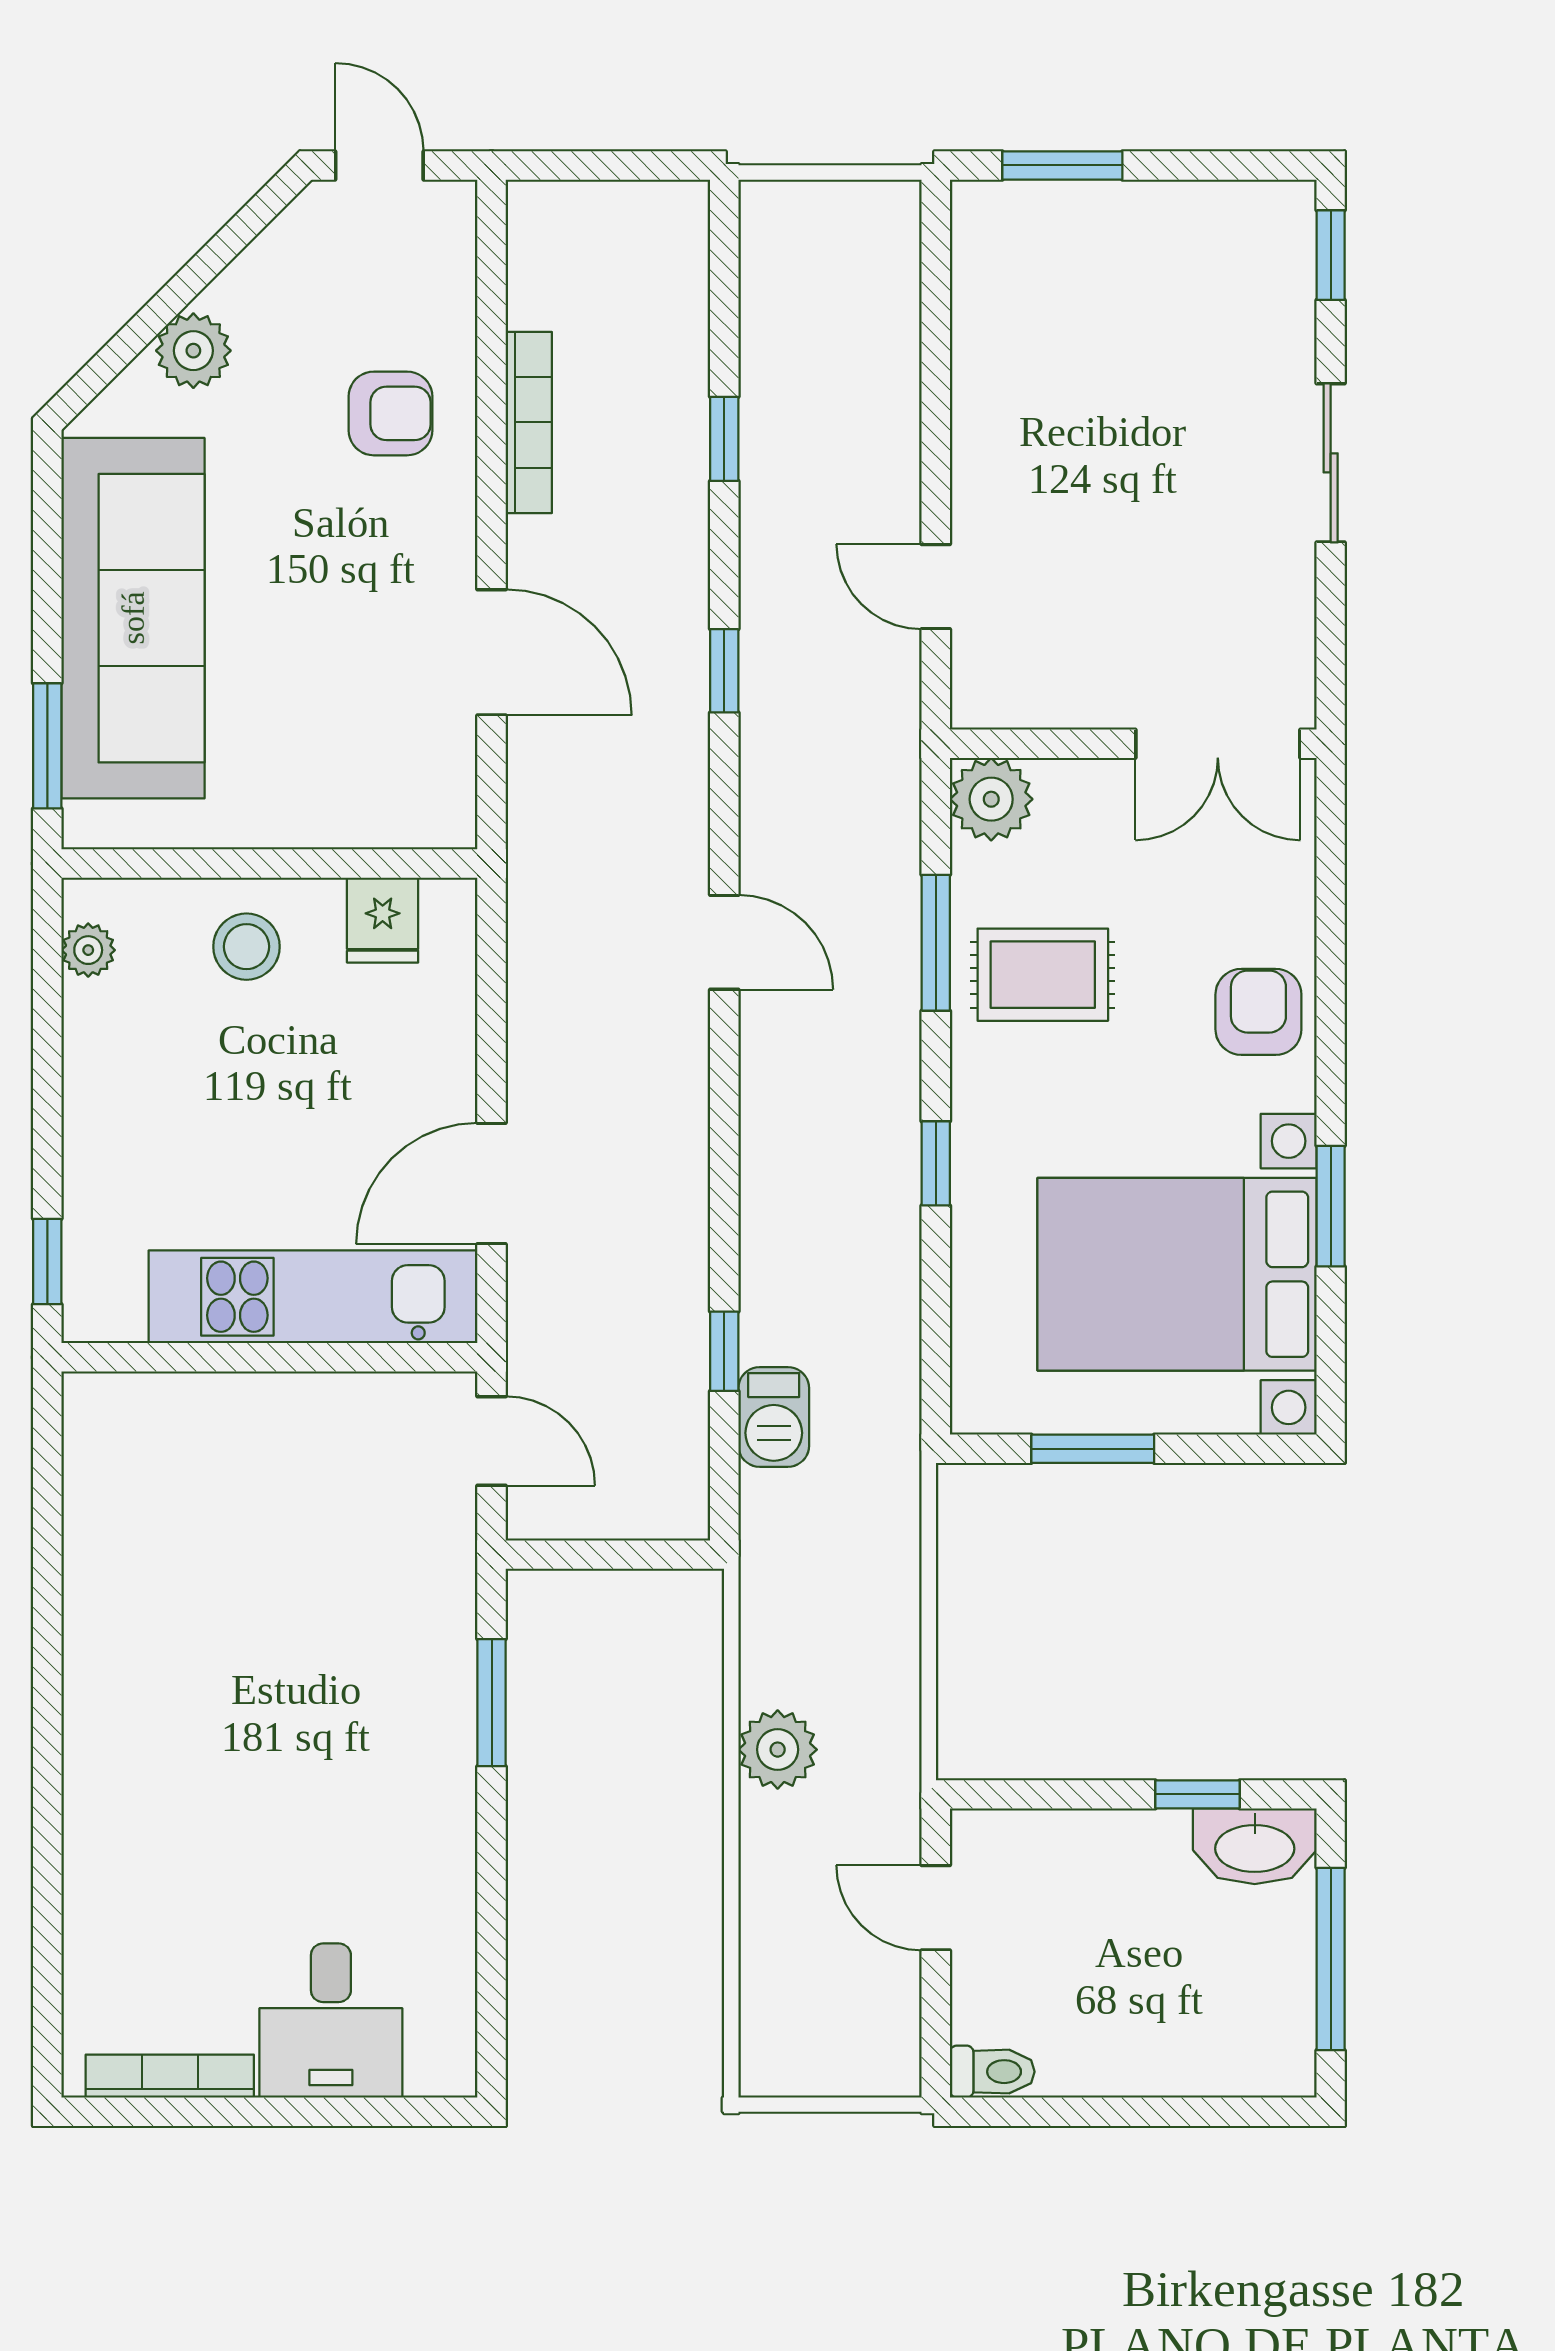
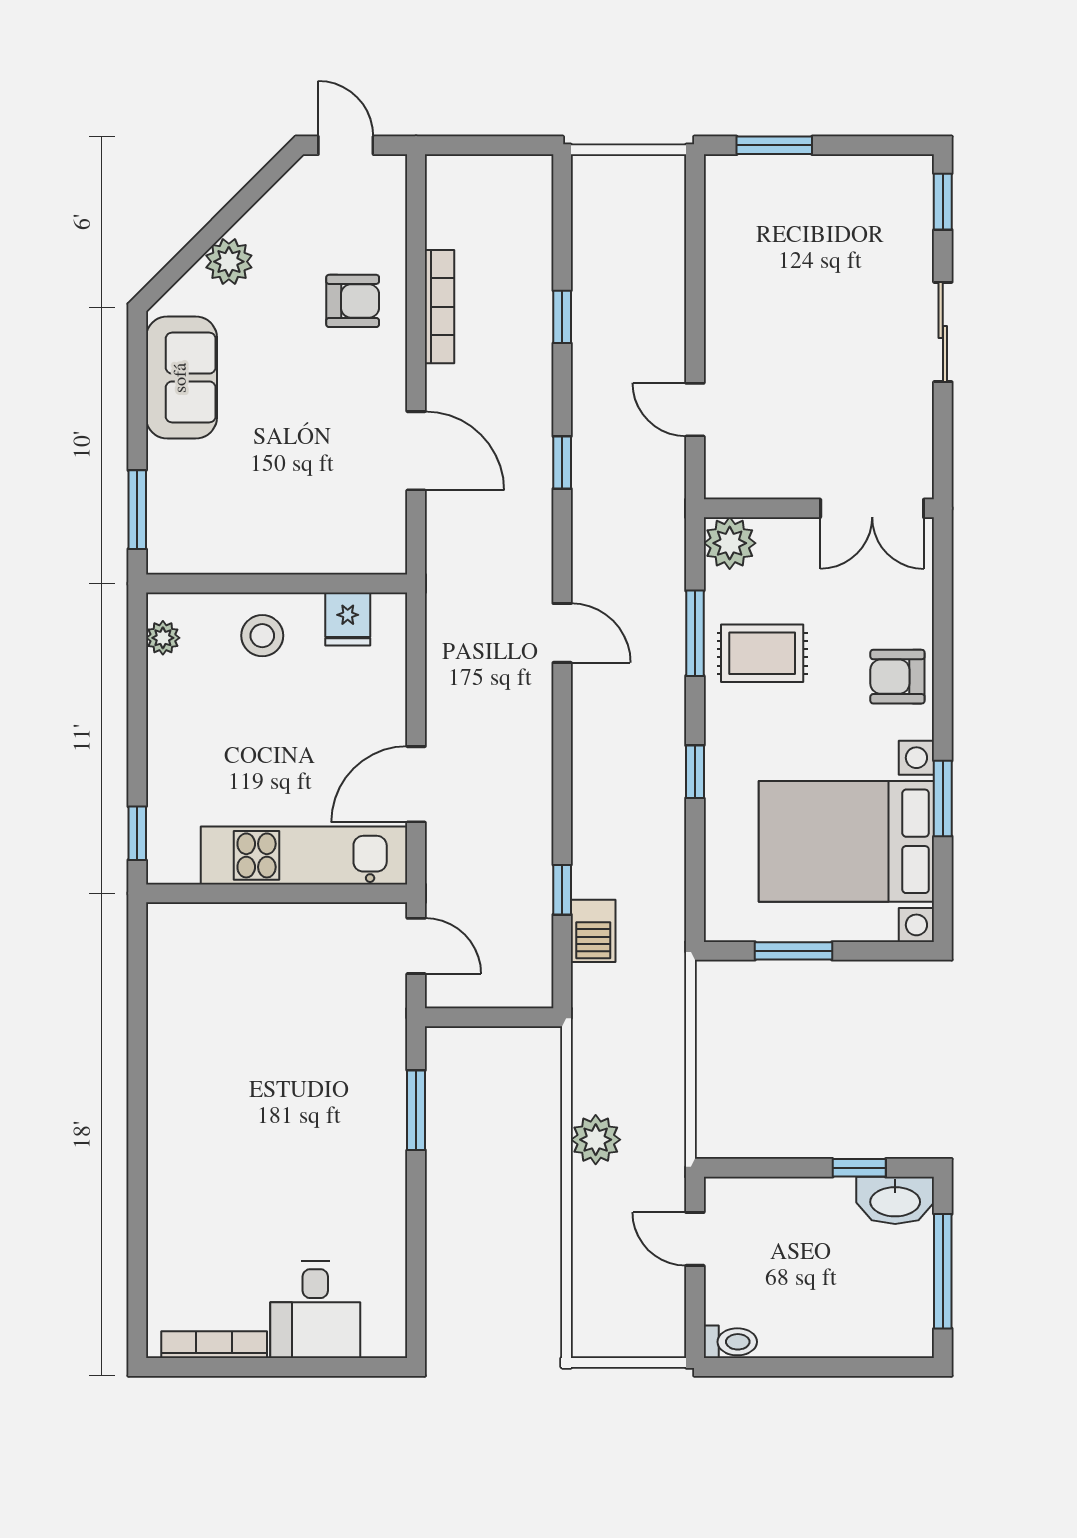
sofa: (133, 618) -> (181, 378), width x0.54, depth x0.79
armchair: (1258, 1012) -> (897, 677), turned -90

